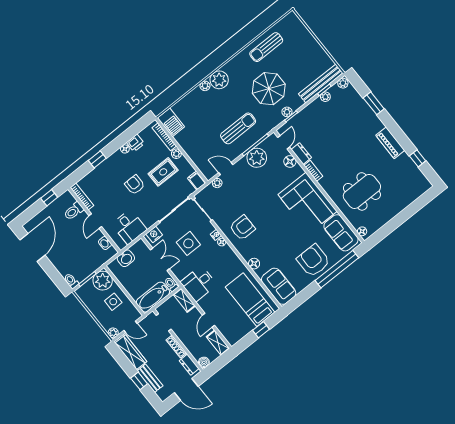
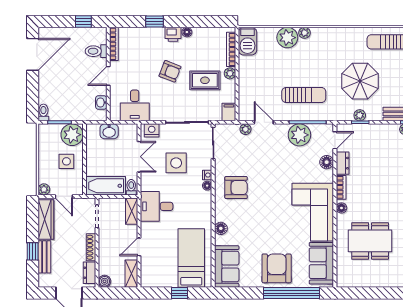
plant: (219, 80) -> (287, 38), moved
printer: (135, 143) -> (173, 34), moved
armchair: (135, 185) -> (170, 71), turned 111
floor lamp: (362, 231) -> (341, 208), moved

